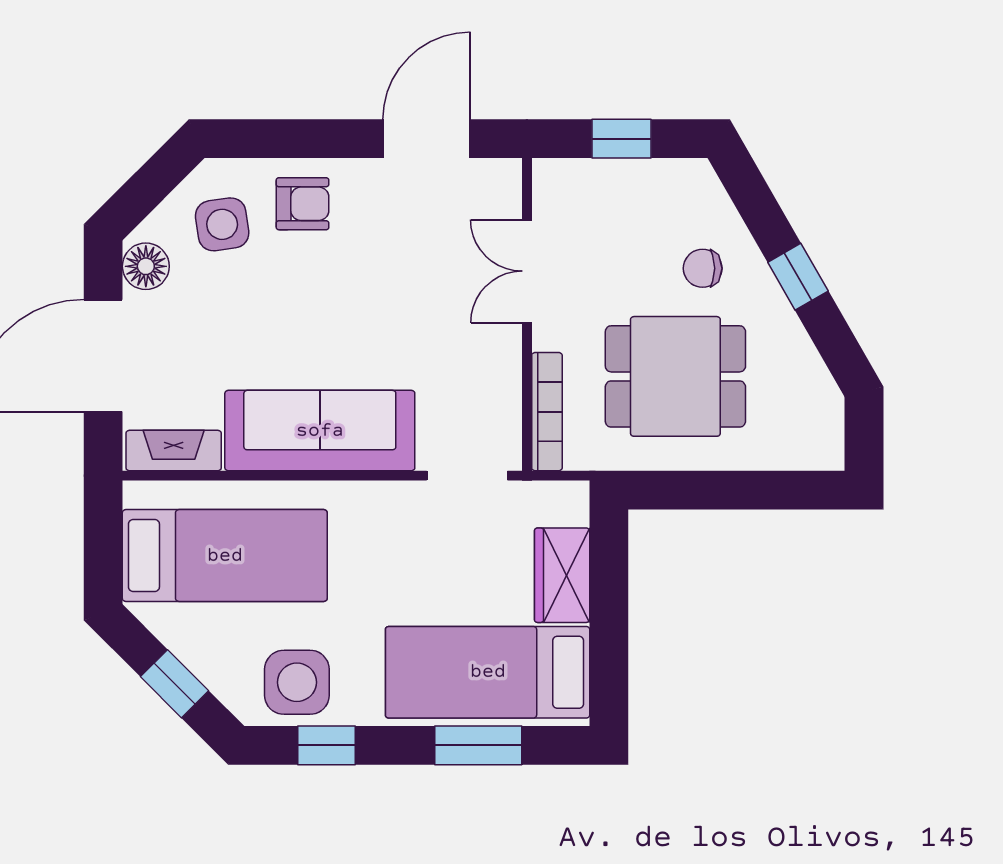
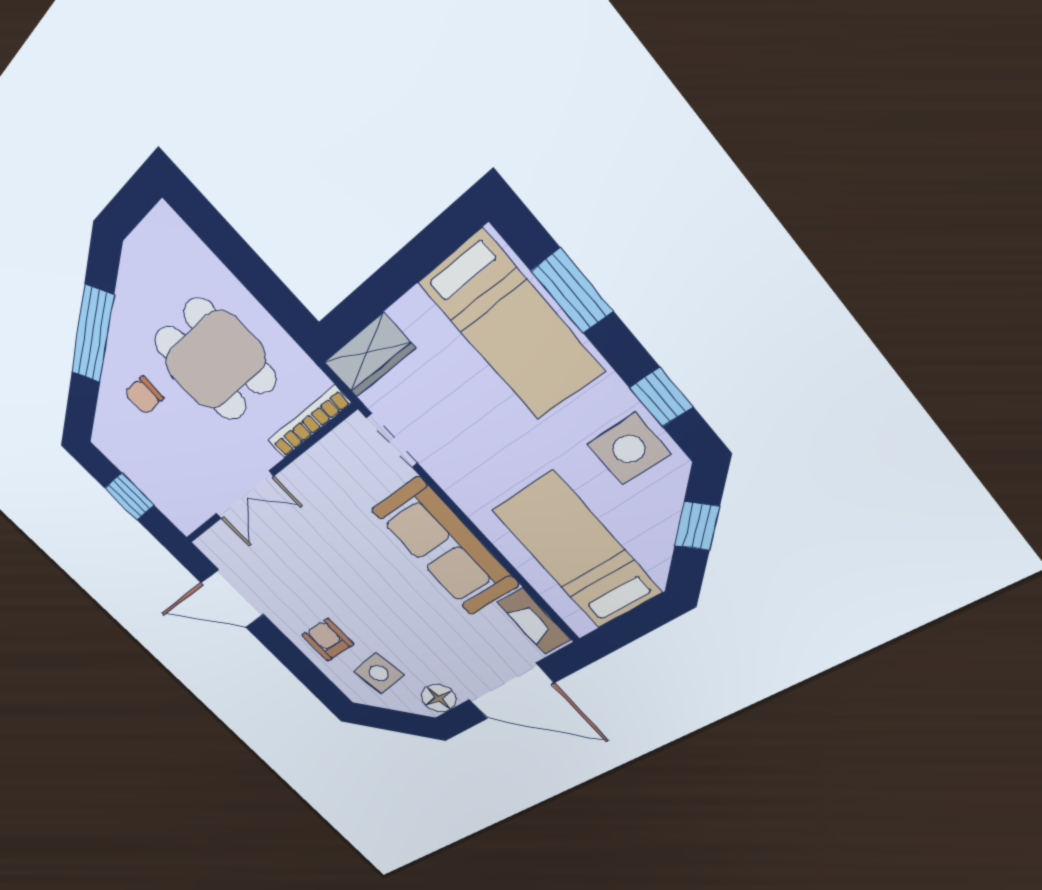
chair: (703, 268) -> (144, 395), turned 90
window: (798, 277) -> (92, 334), width x2.17
wardrobe: (562, 575) -> (370, 355), moved

